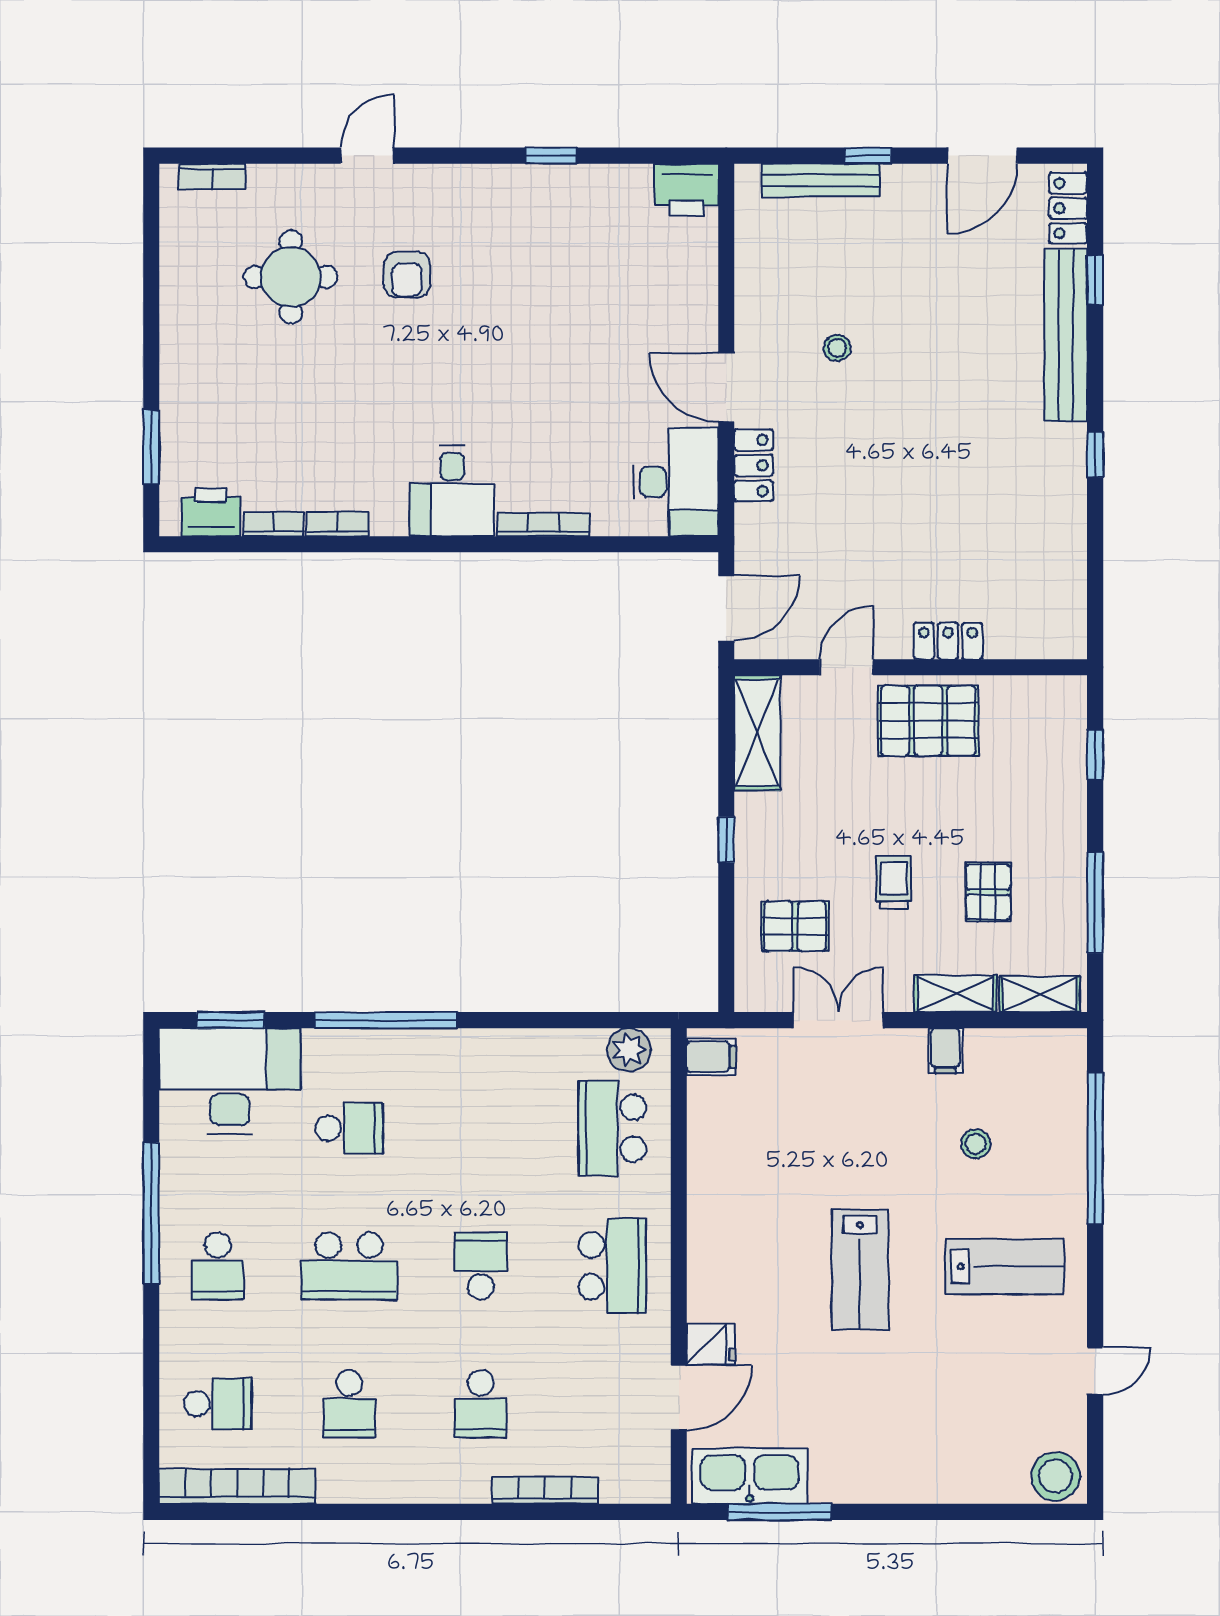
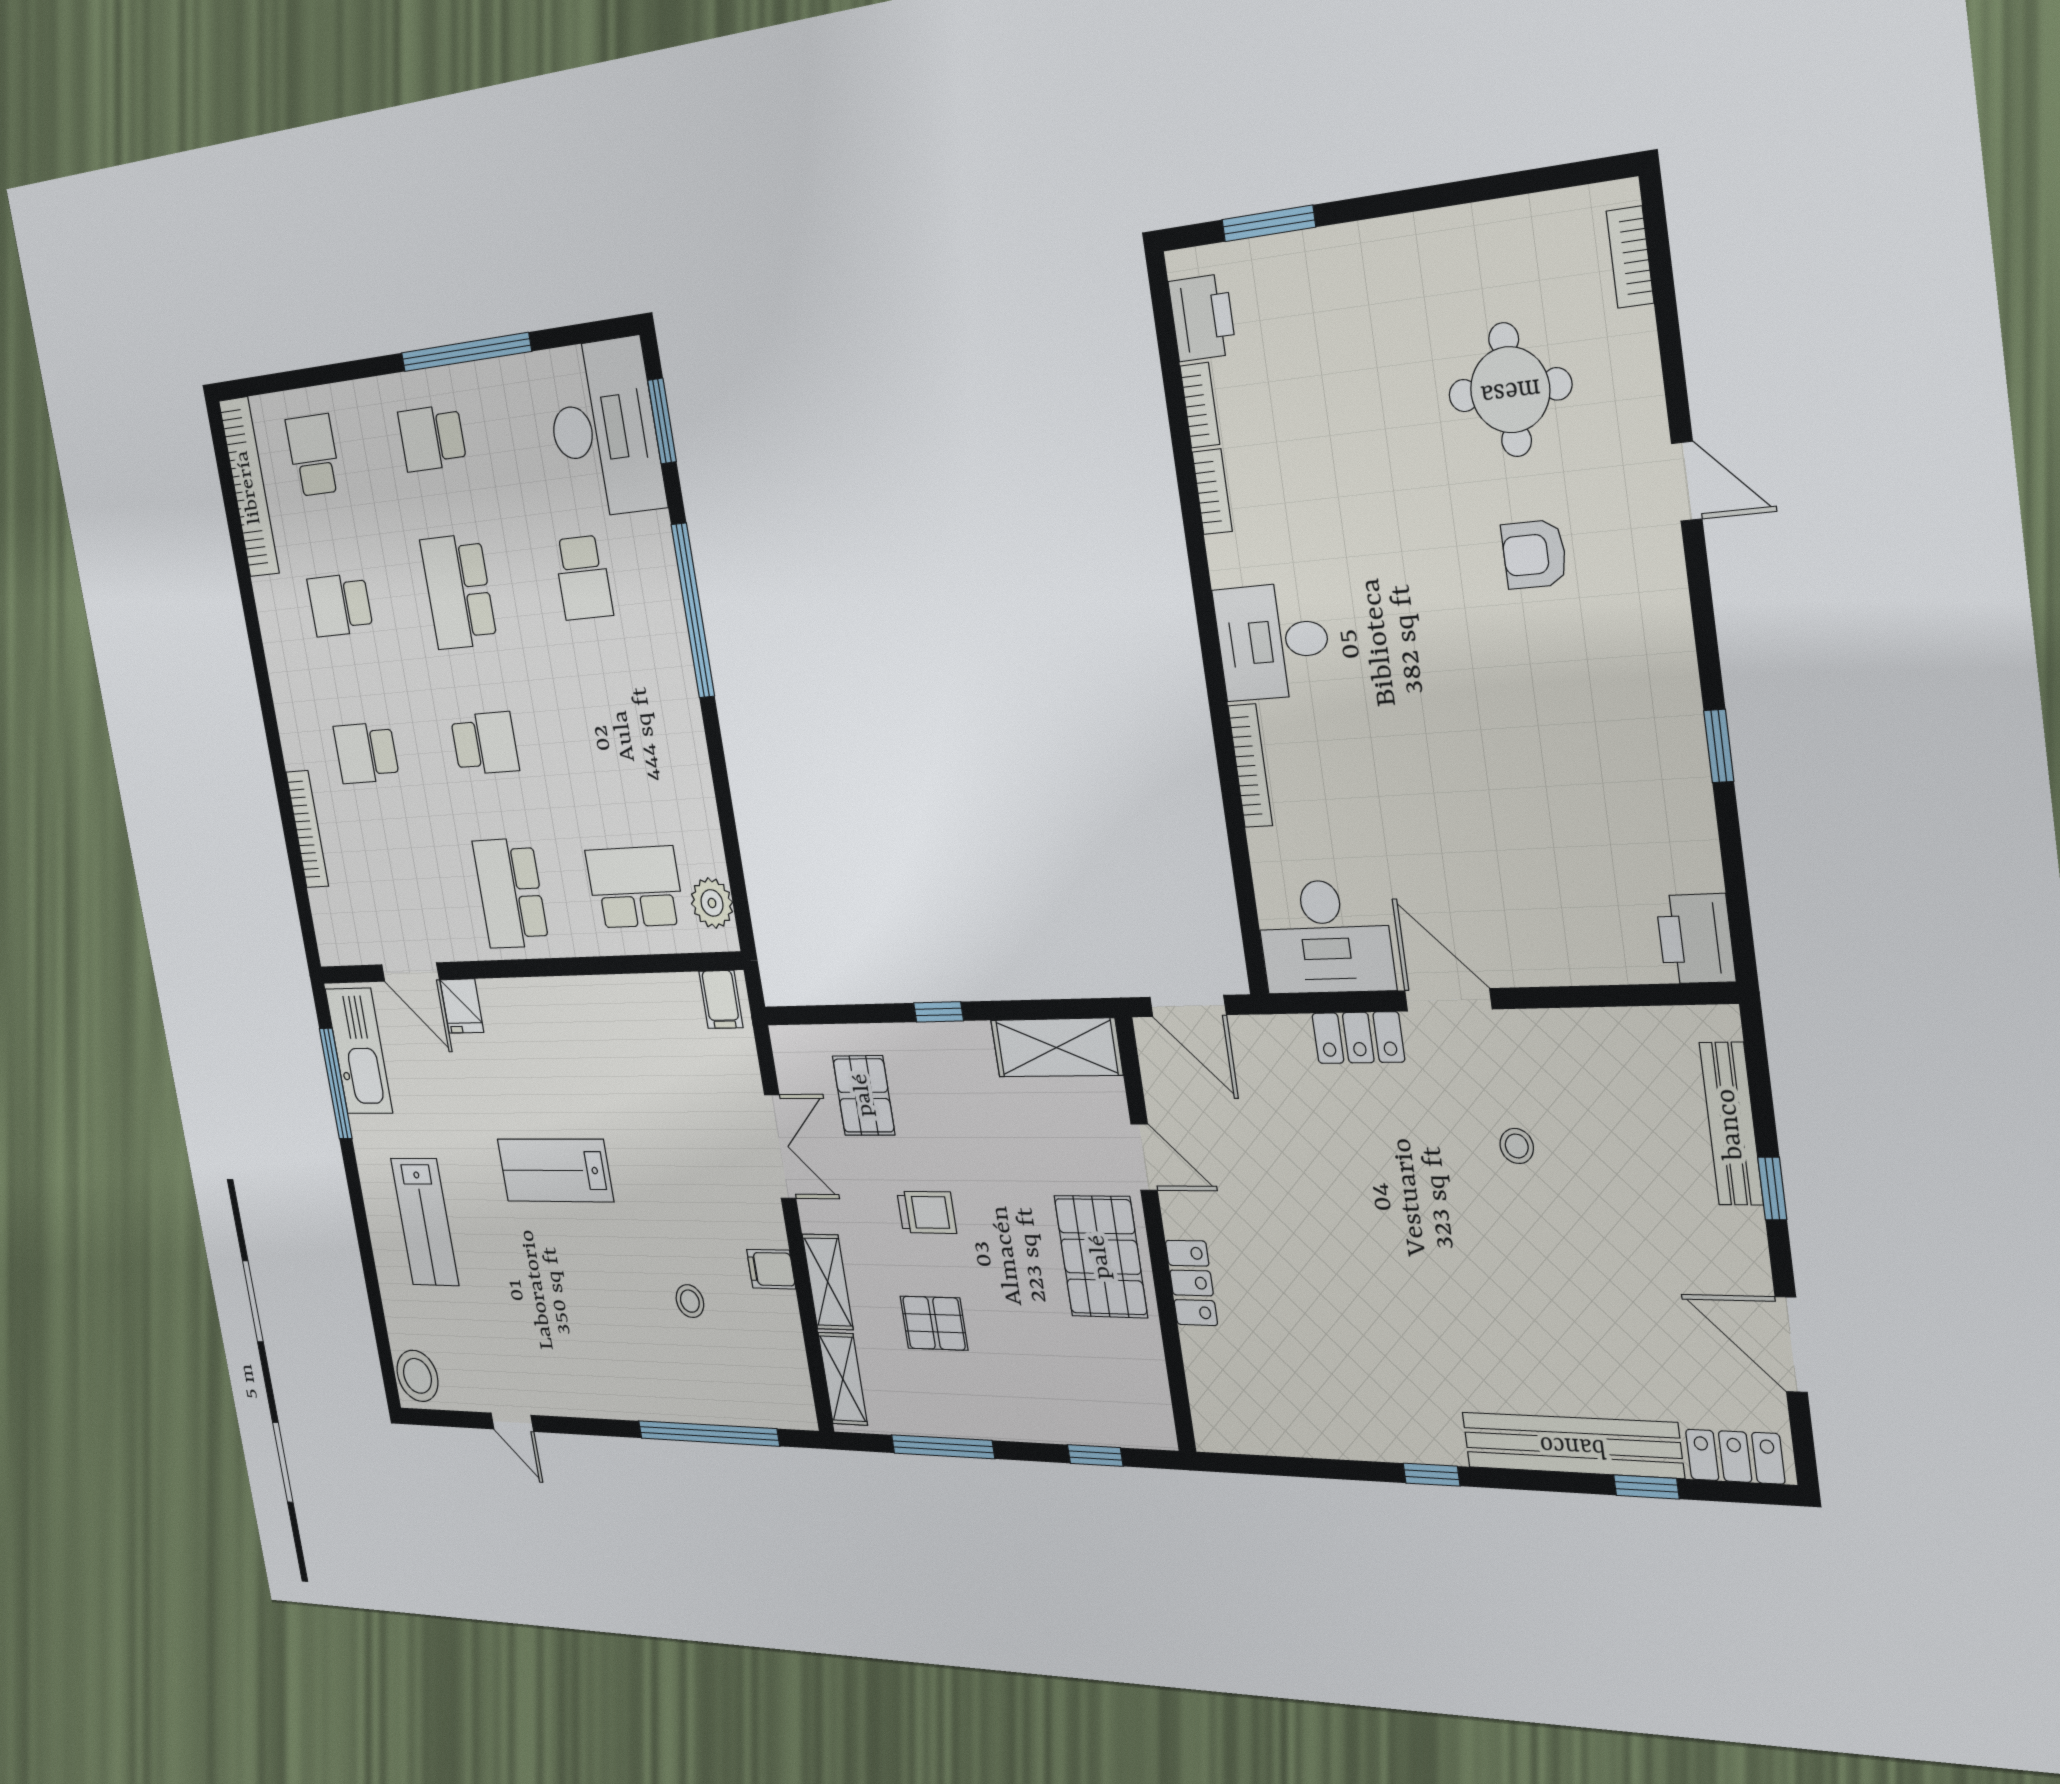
door: (726, 387) -> (1448, 1000), hinge flipped
school desk: (612, 1266) -> (511, 893), turned 90
lab bench: (1005, 1266) -> (425, 1222), moved
school desk: (218, 1404) -> (313, 455), turned 180

